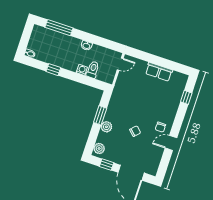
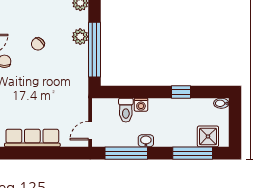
shower: (46, 35) -> (208, 136), added
window: (102, 42) -> (126, 153), added
row of seats: (159, 72) -> (32, 138), width x1.48
window: (100, 115) -> (94, 50), width x2.11

